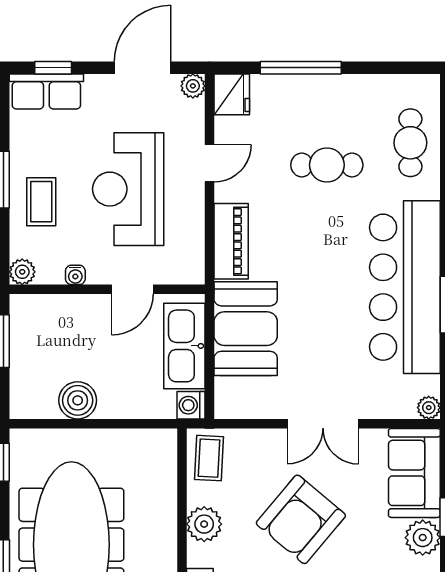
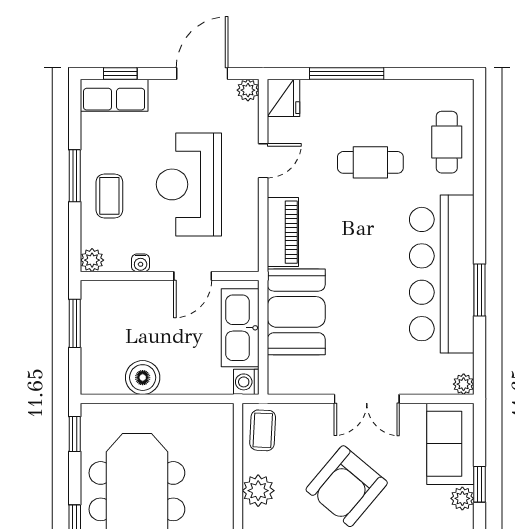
plant: (423, 538) -> (462, 498), width x0.73, depth x0.73

